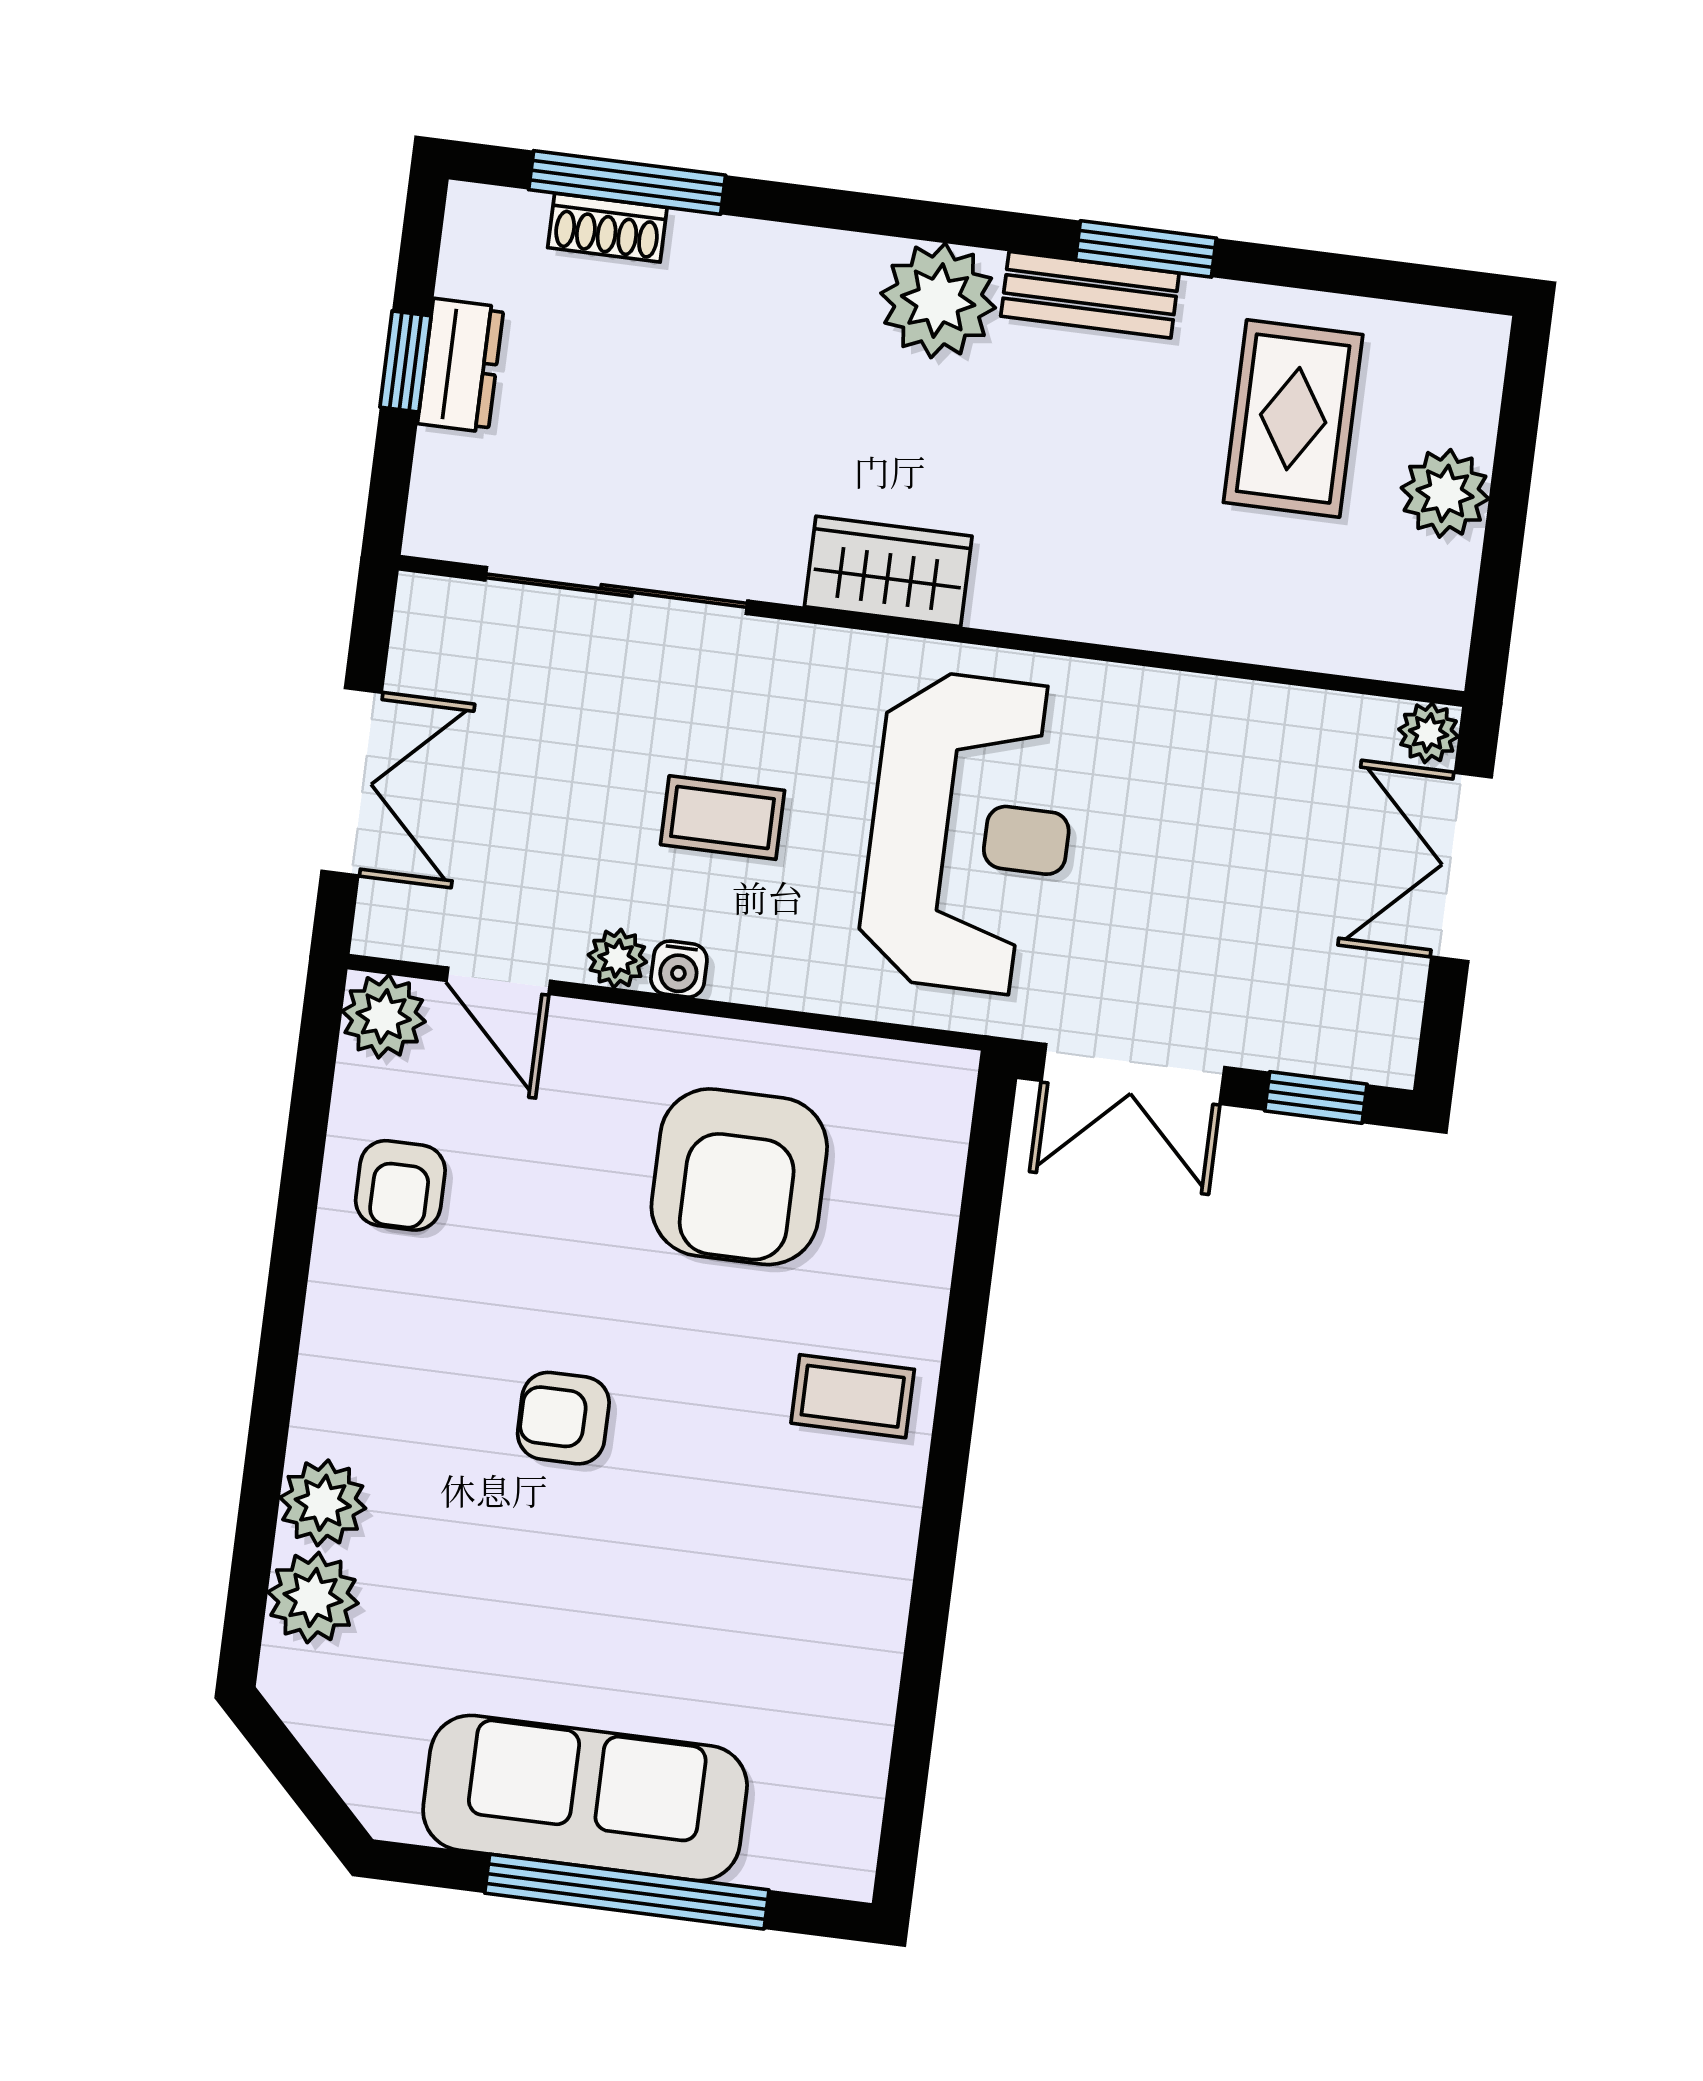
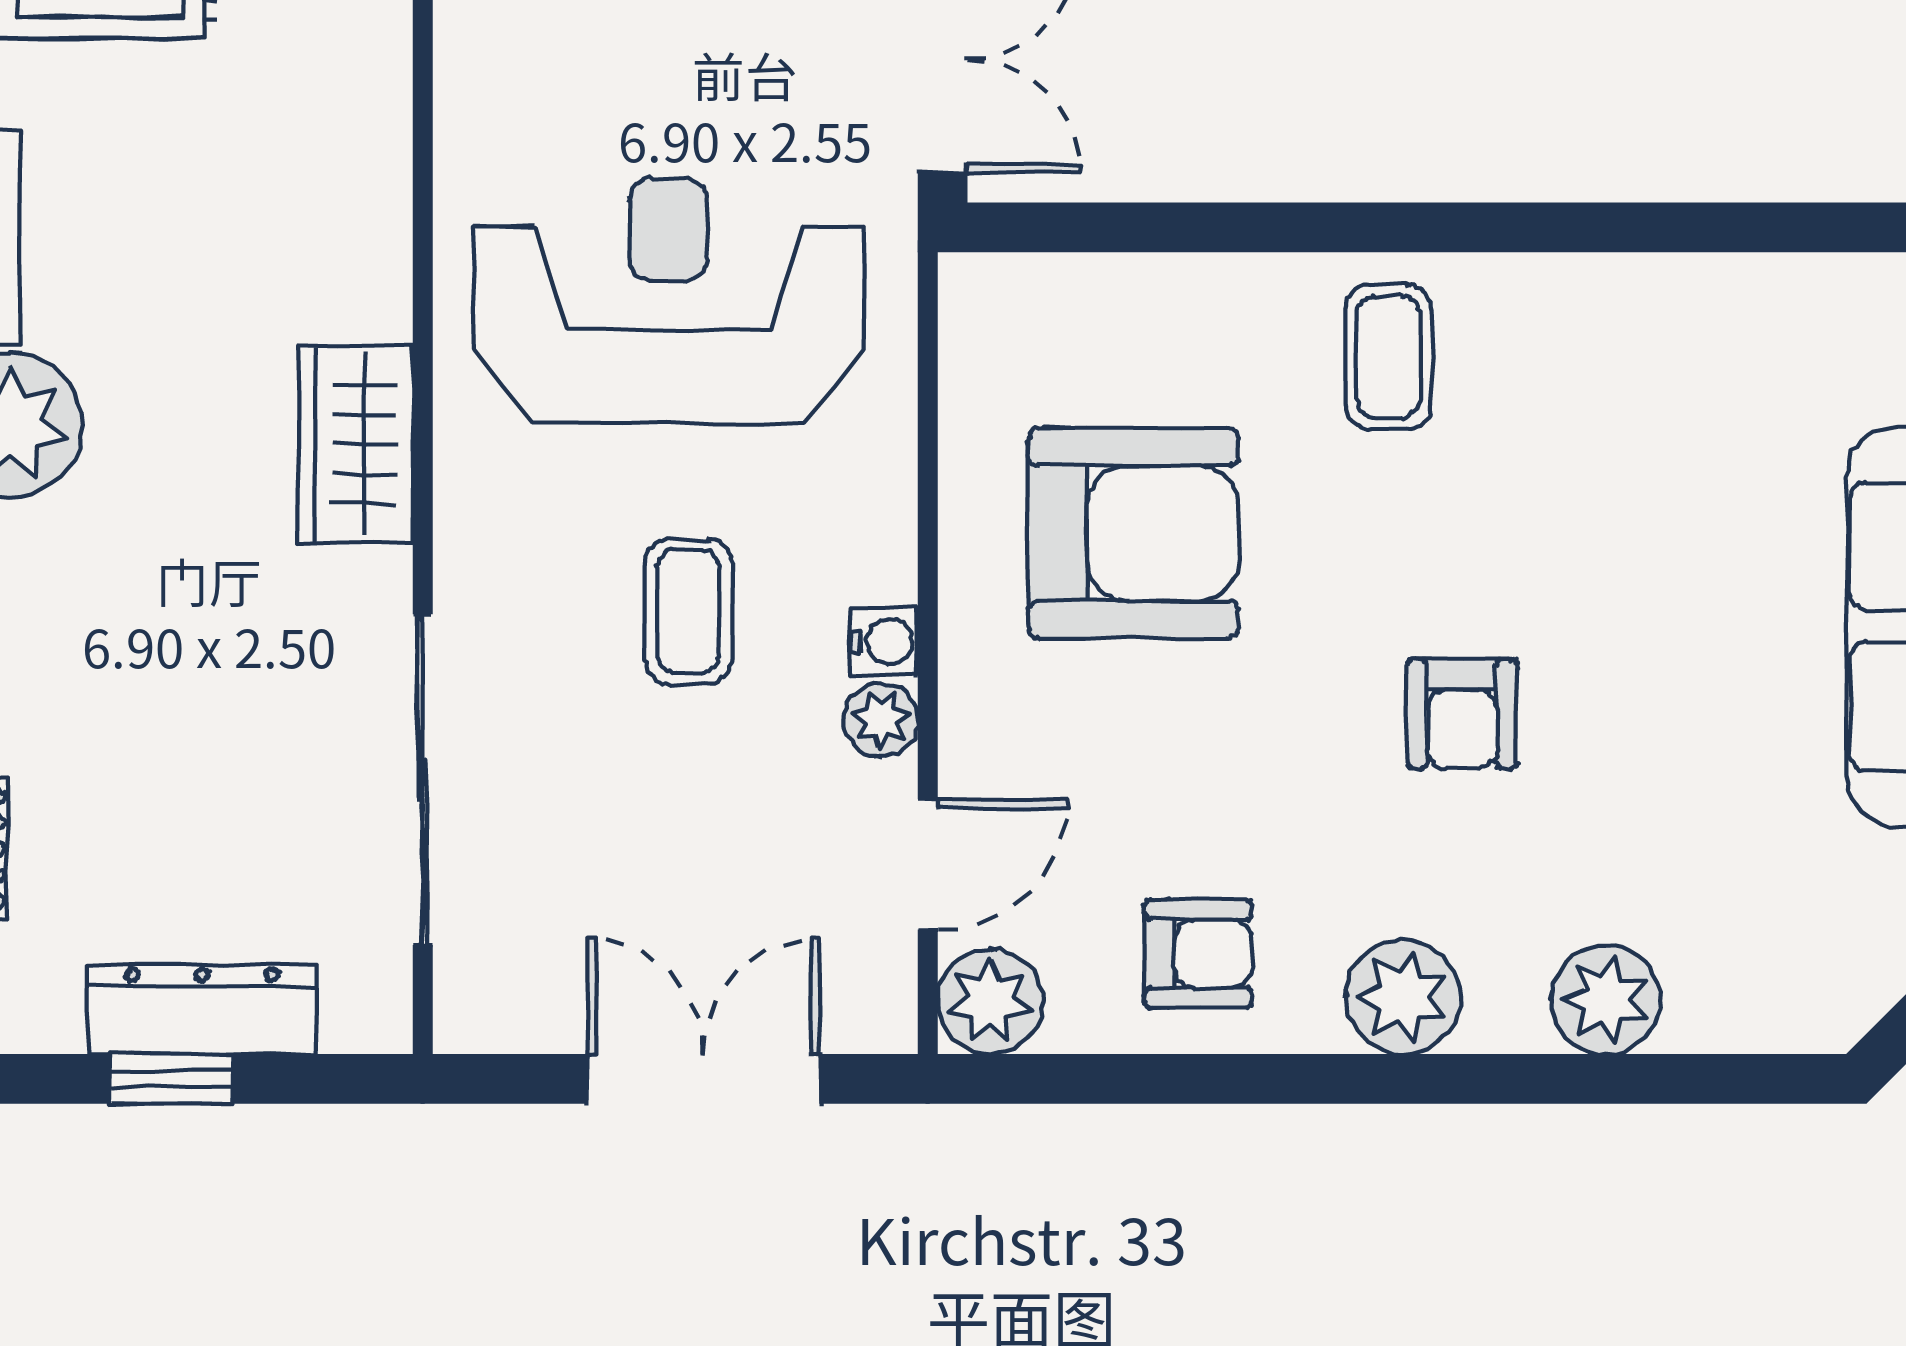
dresser: (461, 365) -> (202, 1010), width x1.44
plant: (313, 1598) -> (1403, 997), moved

